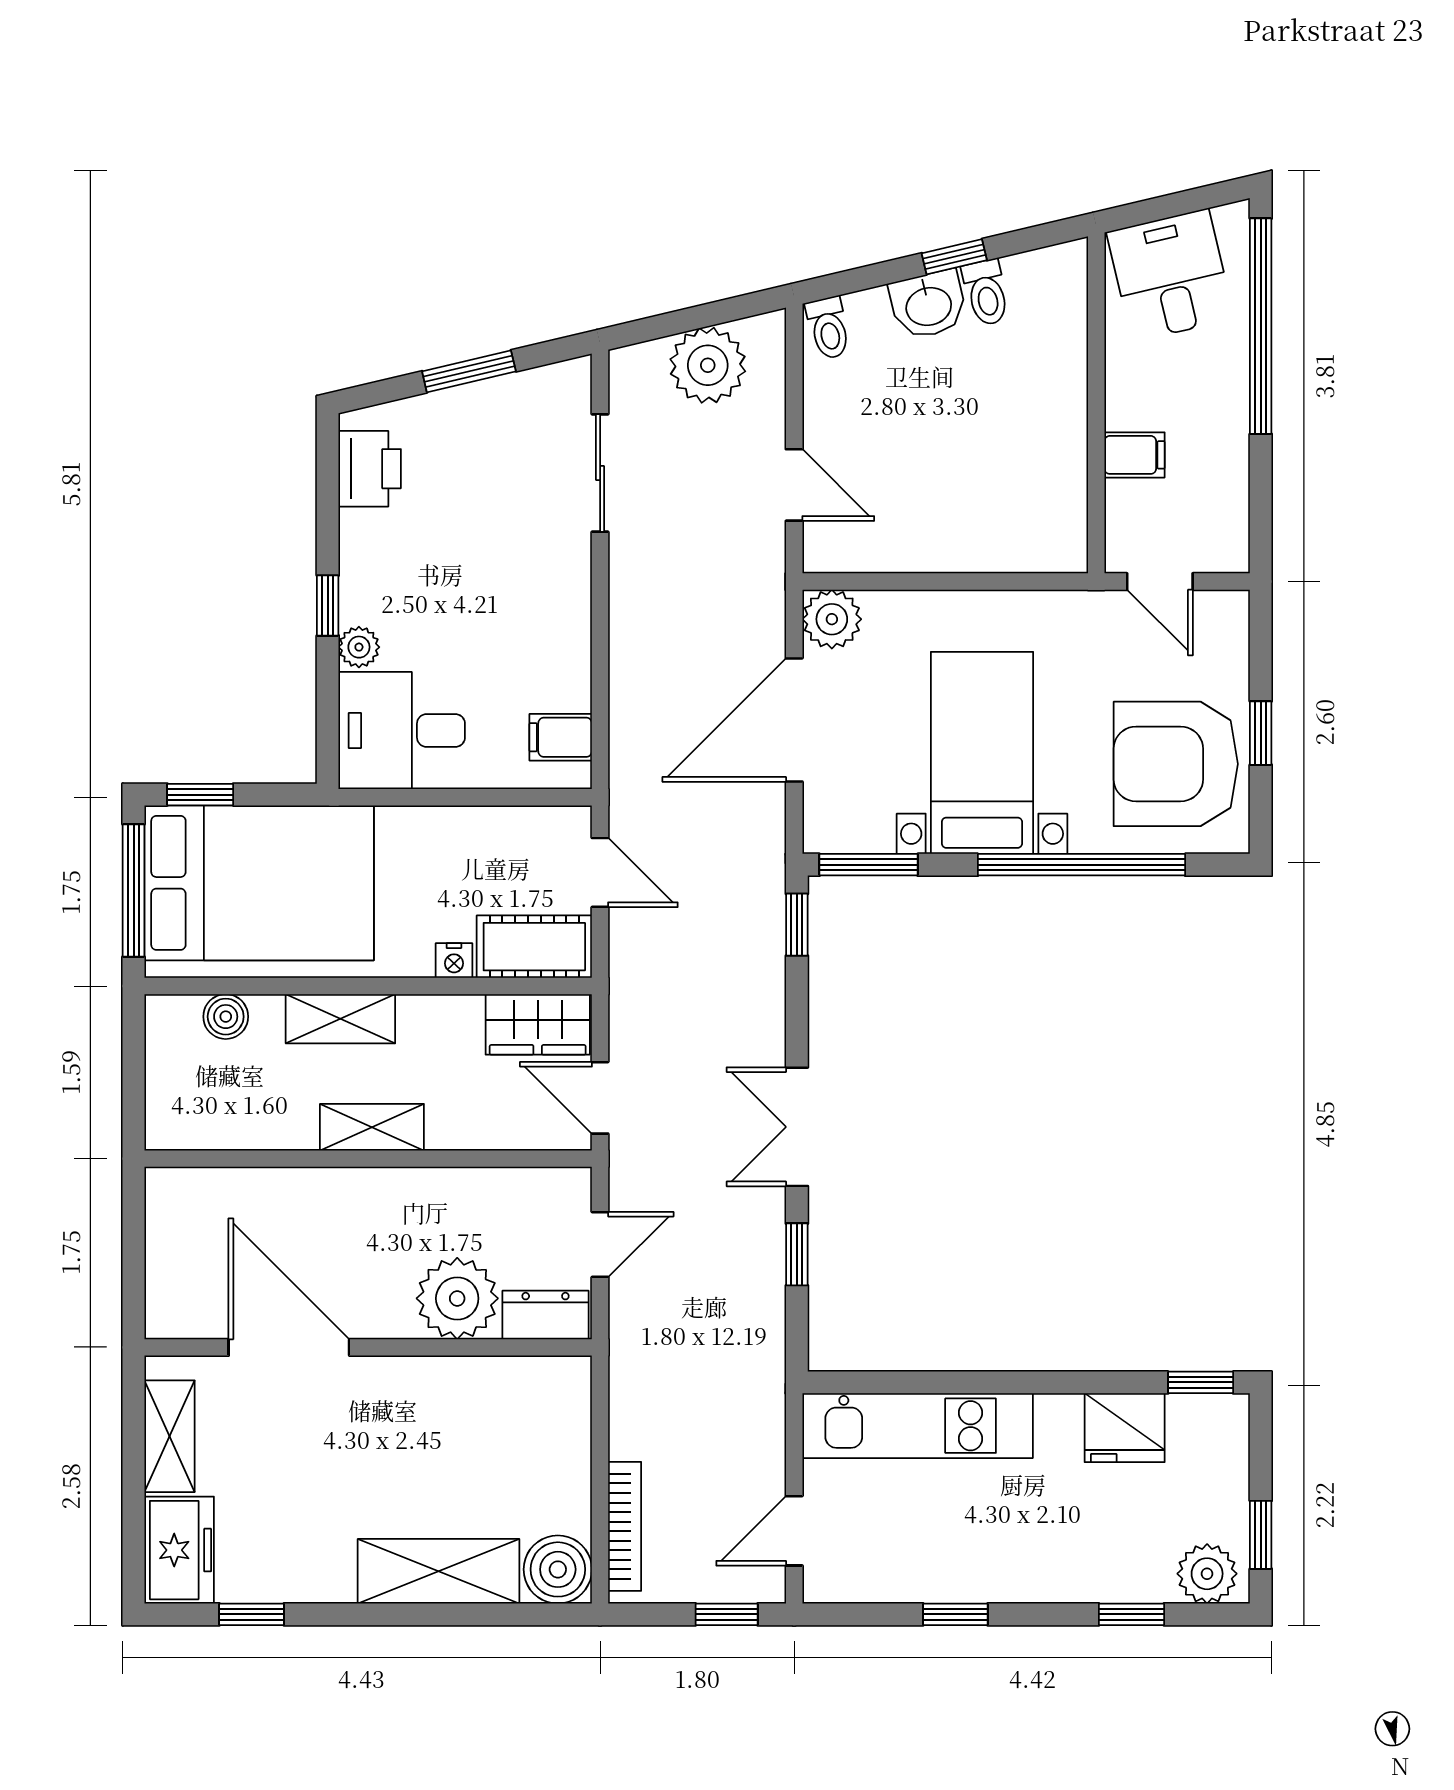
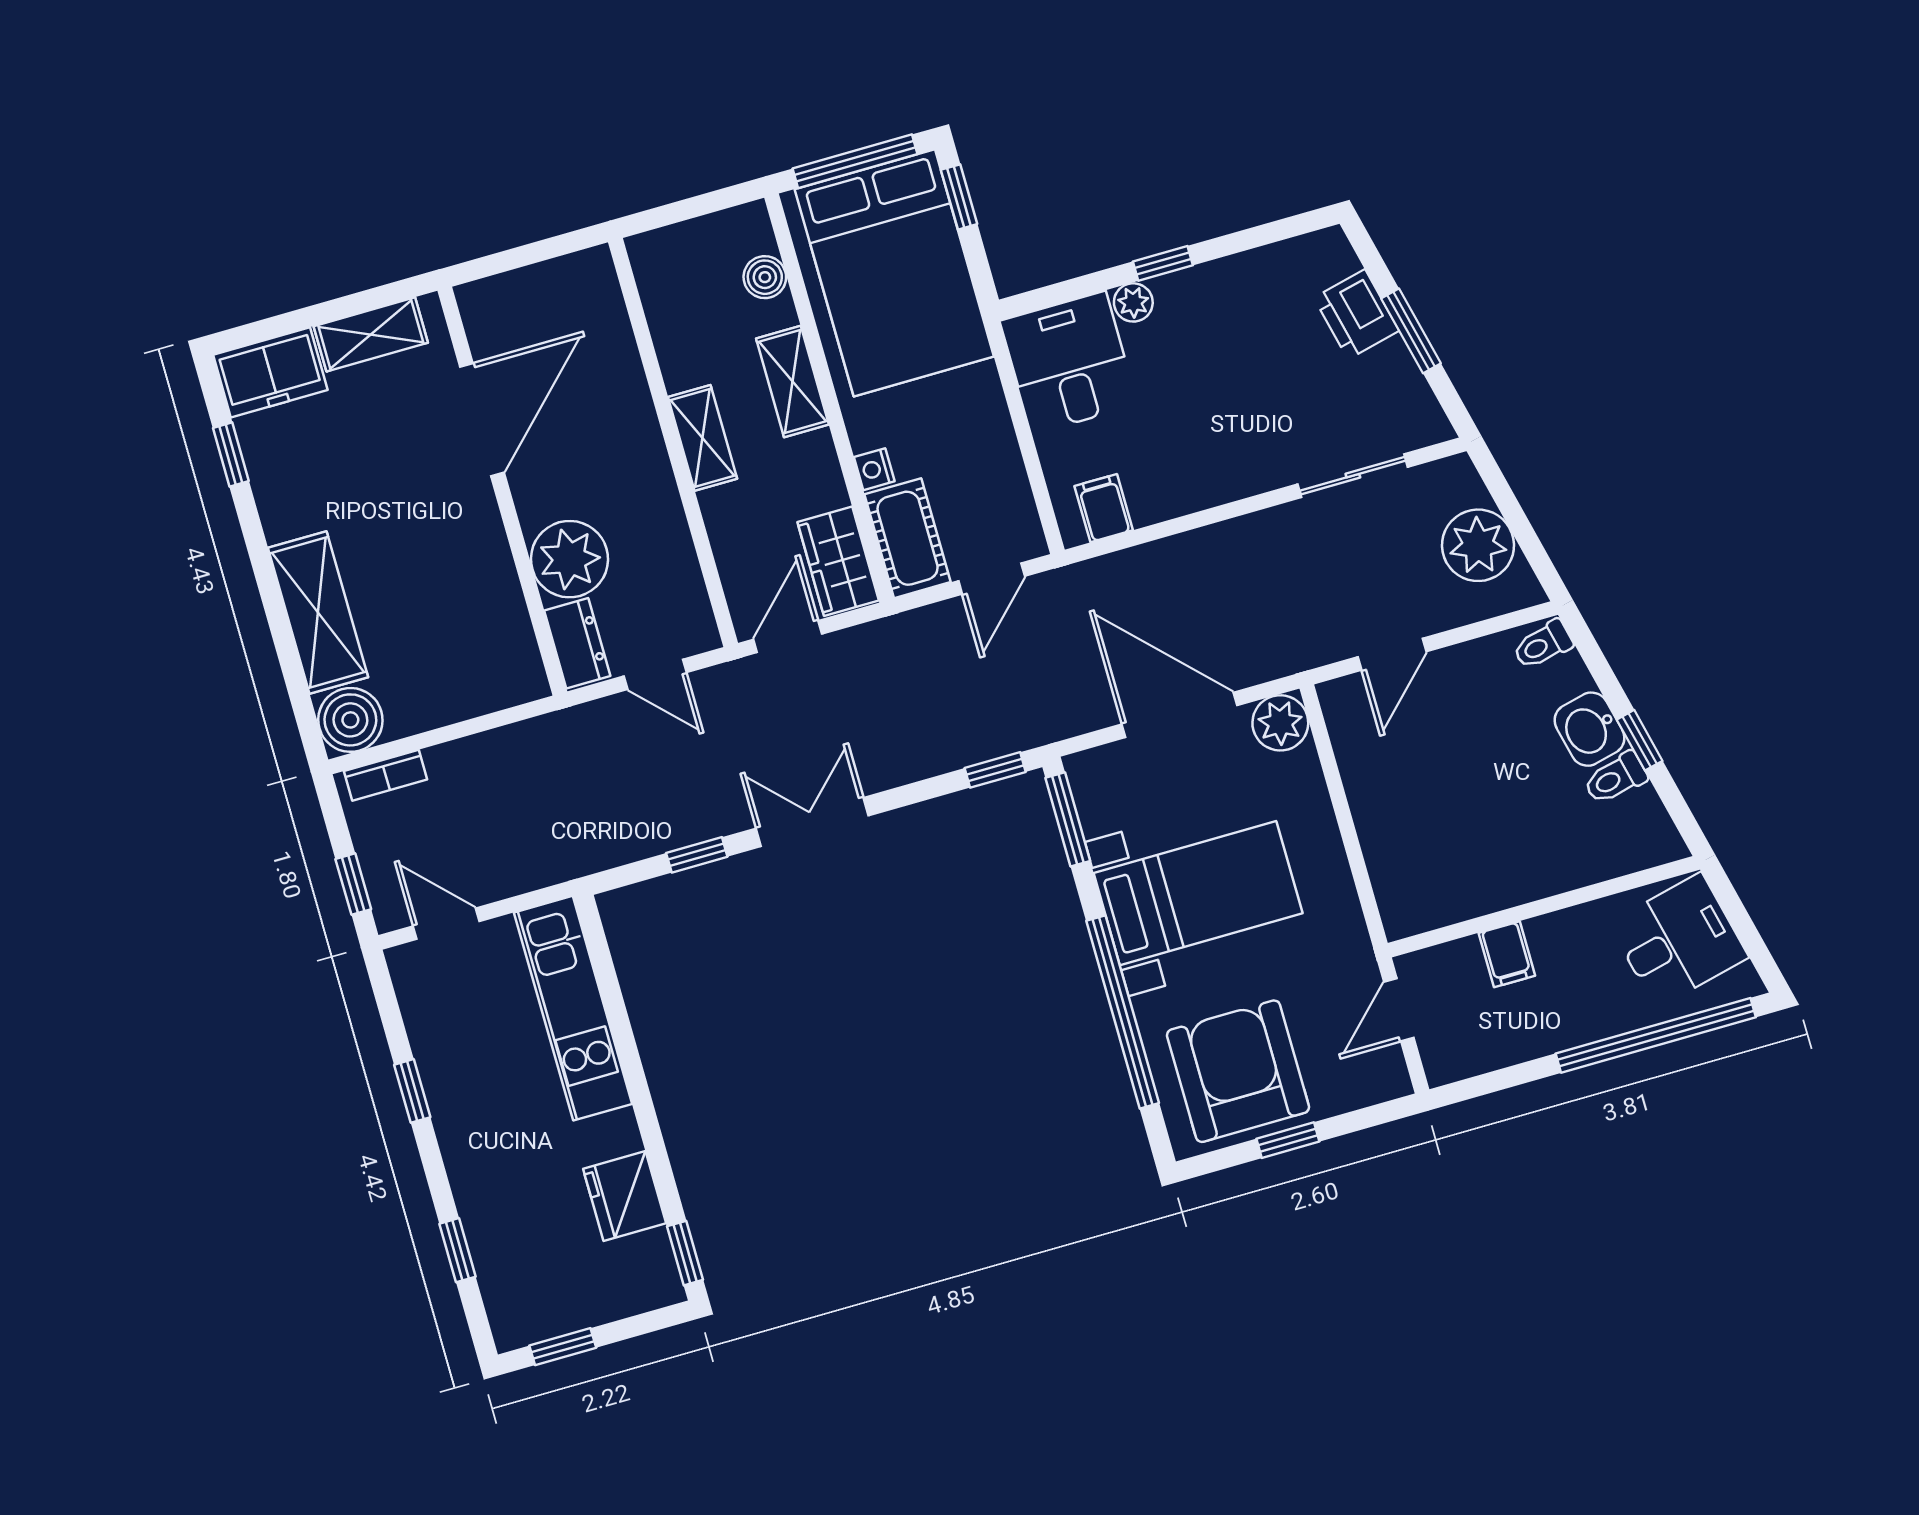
printer: (370, 469) -> (1356, 314), moved, turned 77
bookcase: (625, 1526) -> (386, 775), width x0.64
plant: (1207, 1574) -> (514, 1308), removed

